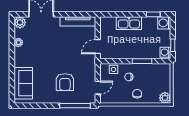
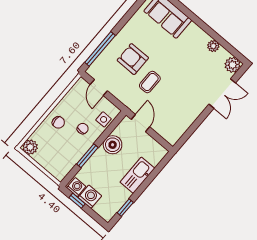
tv unit: (78, 21) -> (183, 125), removed
washing machine: (164, 23) -> (90, 197), moved
boiler: (124, 52) -> (113, 145), added
coffee table: (70, 61) -> (150, 82), added

